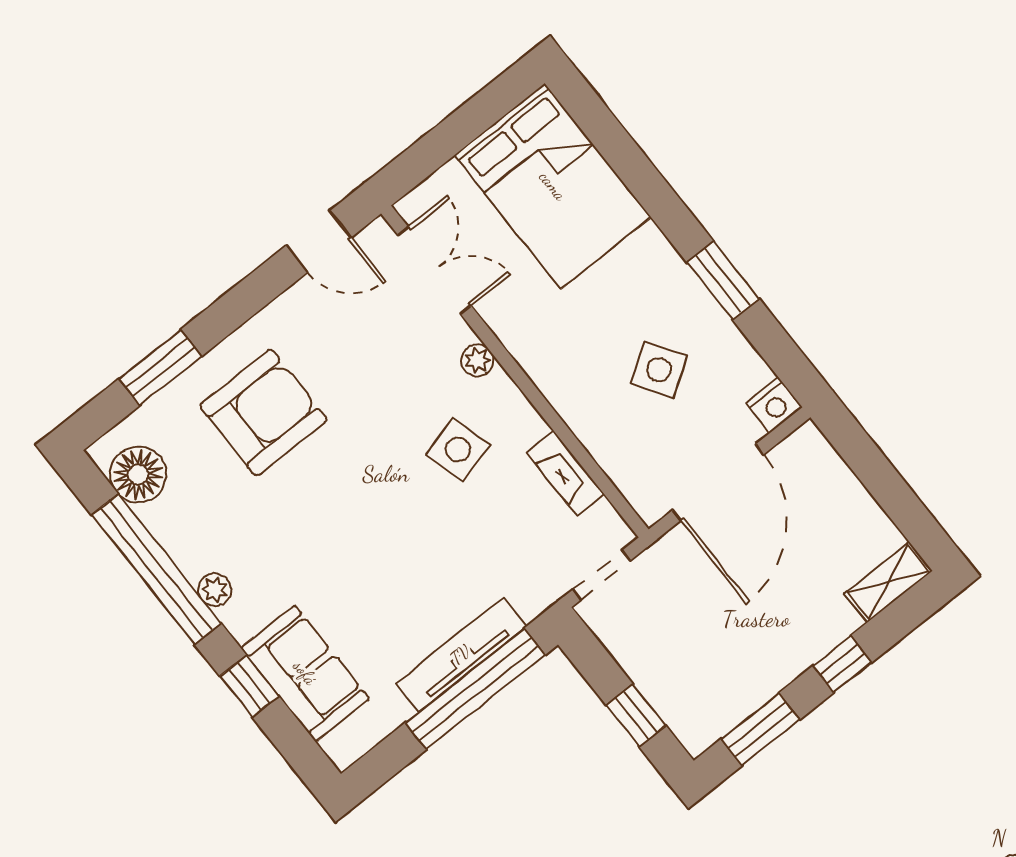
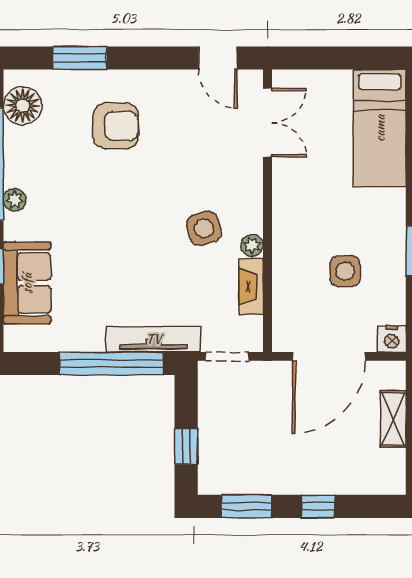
bed: (553, 186) -> (380, 128), width x0.67
plant: (477, 360) -> (252, 245), moved
side table: (659, 370) -> (345, 271), turned 31
armchair: (263, 413) -> (116, 126), width x0.73, depth x0.73
shelving: (888, 582) -> (393, 419), moved, turned 90
tv unit: (461, 655) -> (154, 339), moved

